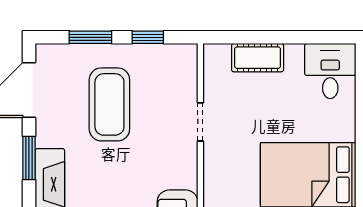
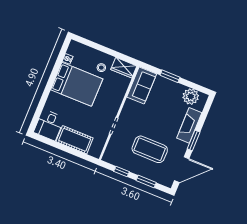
cot: (258, 58) -> (75, 140), width x1.37, depth x1.34
coffee table: (109, 104) -> (150, 149), turned 90

